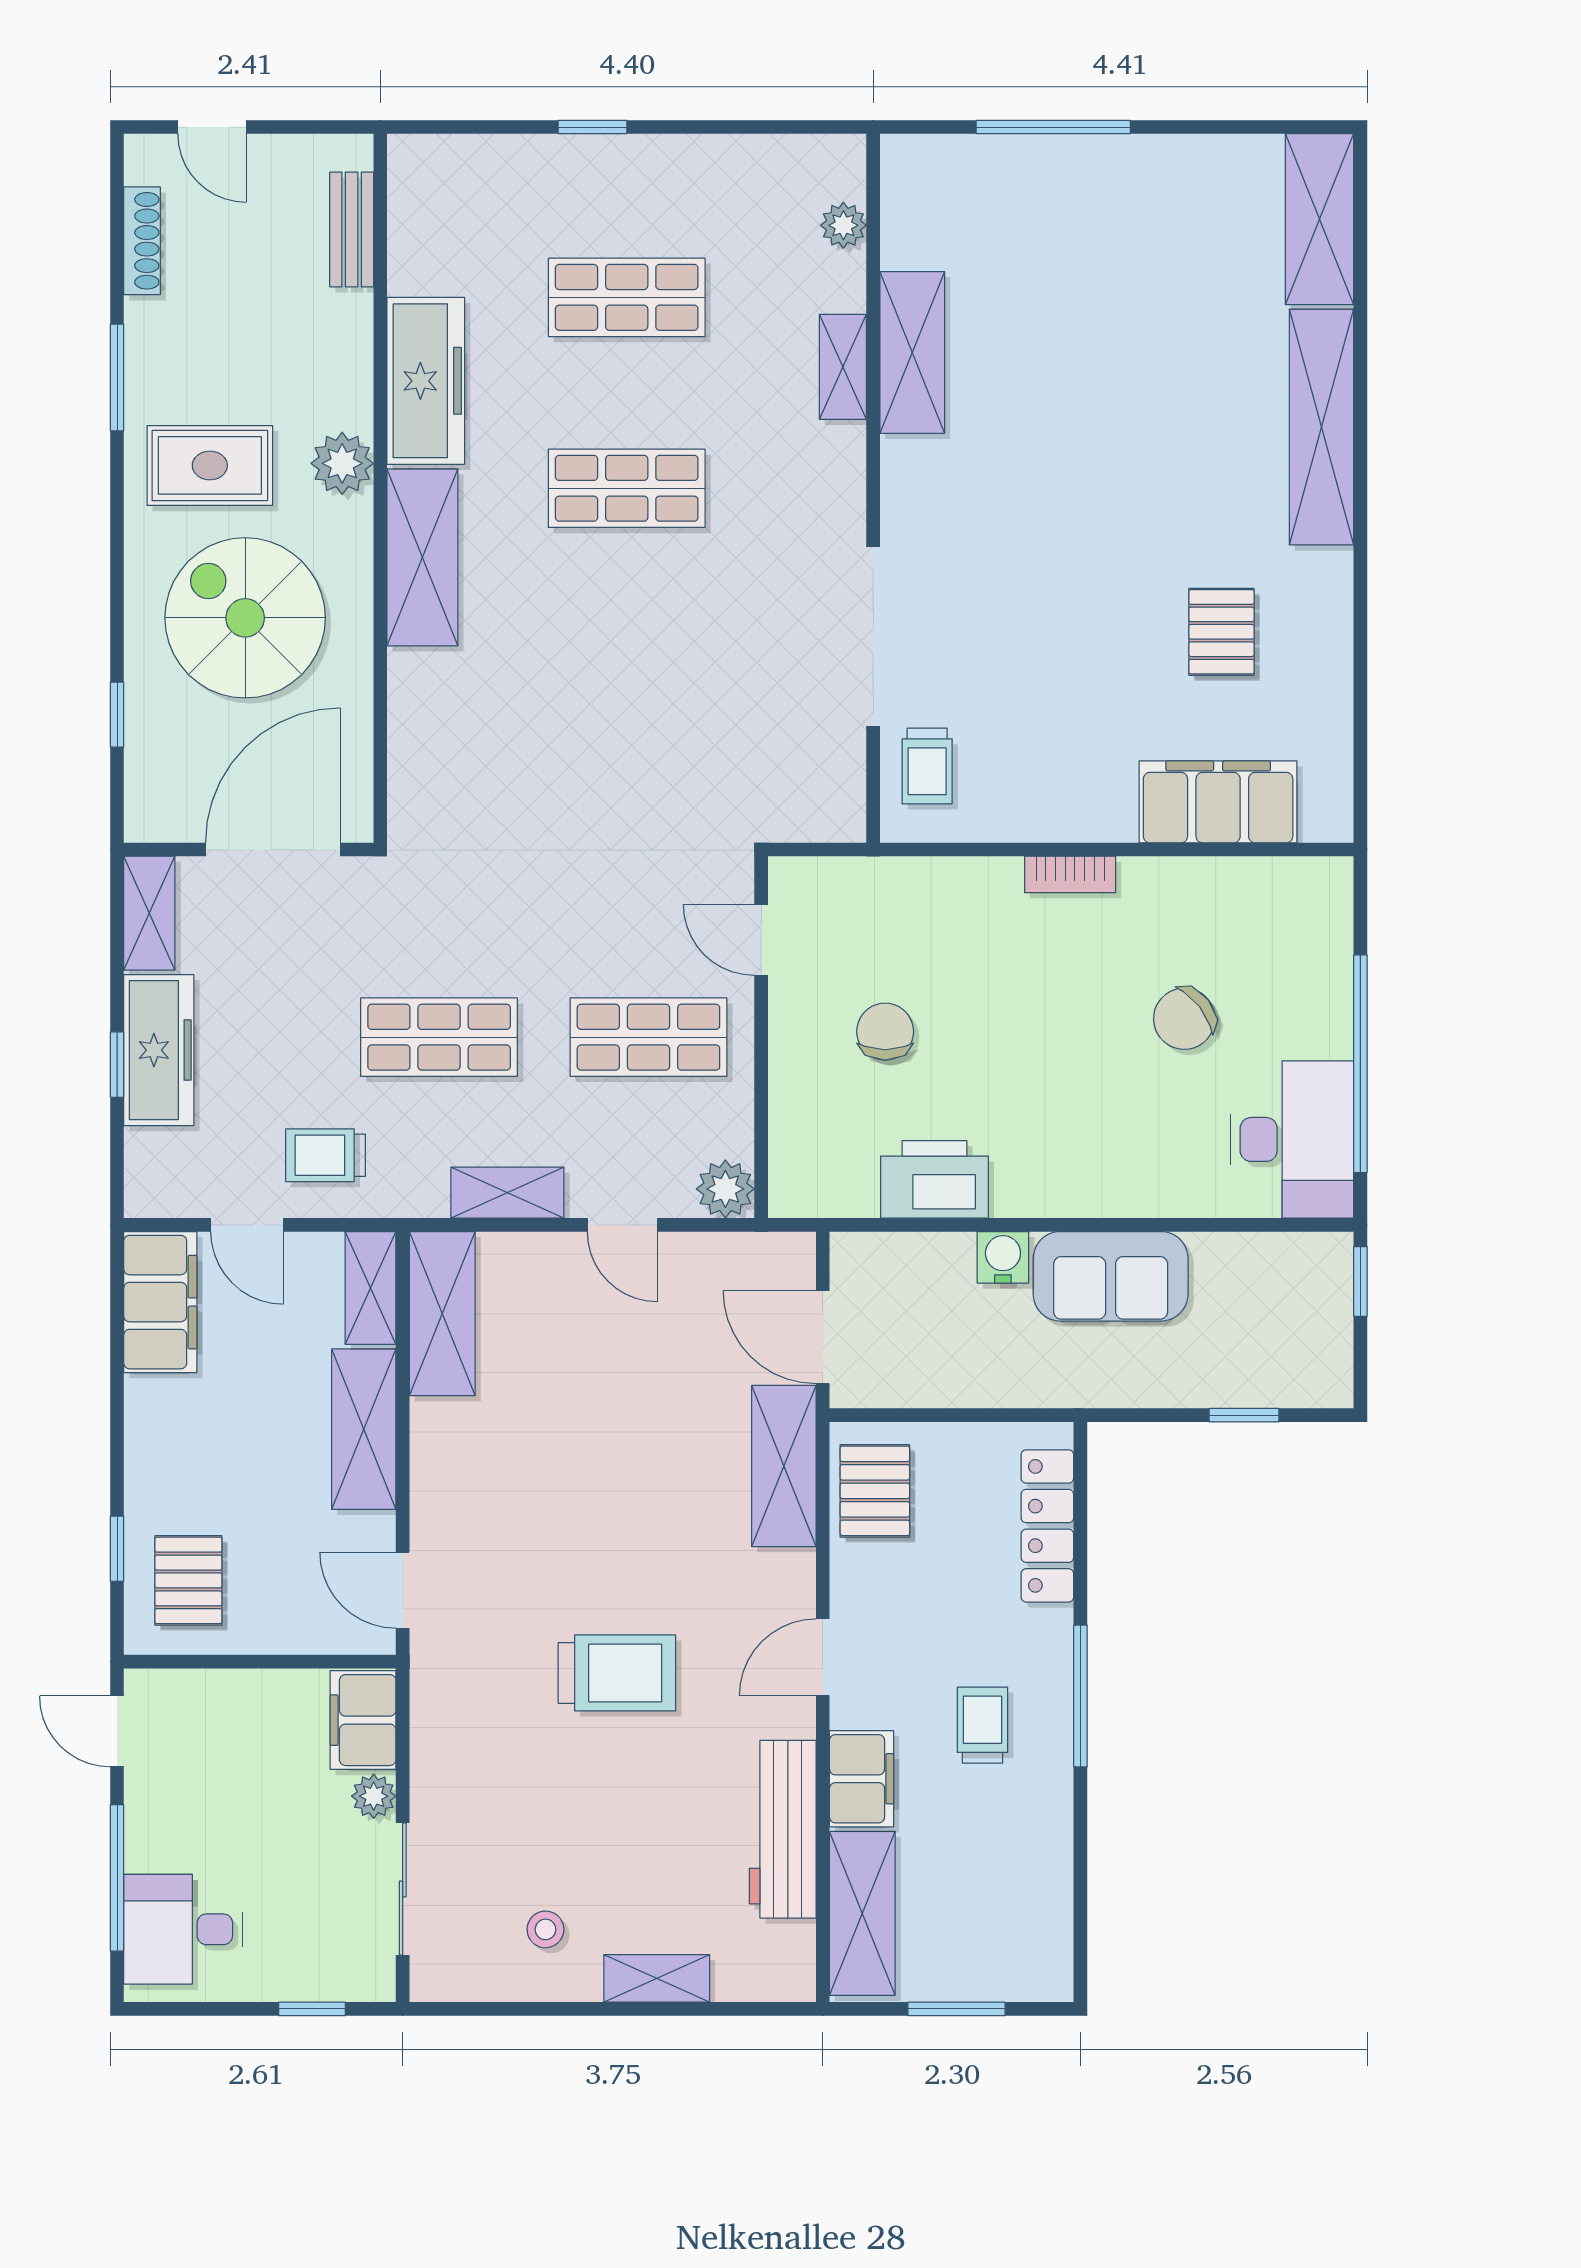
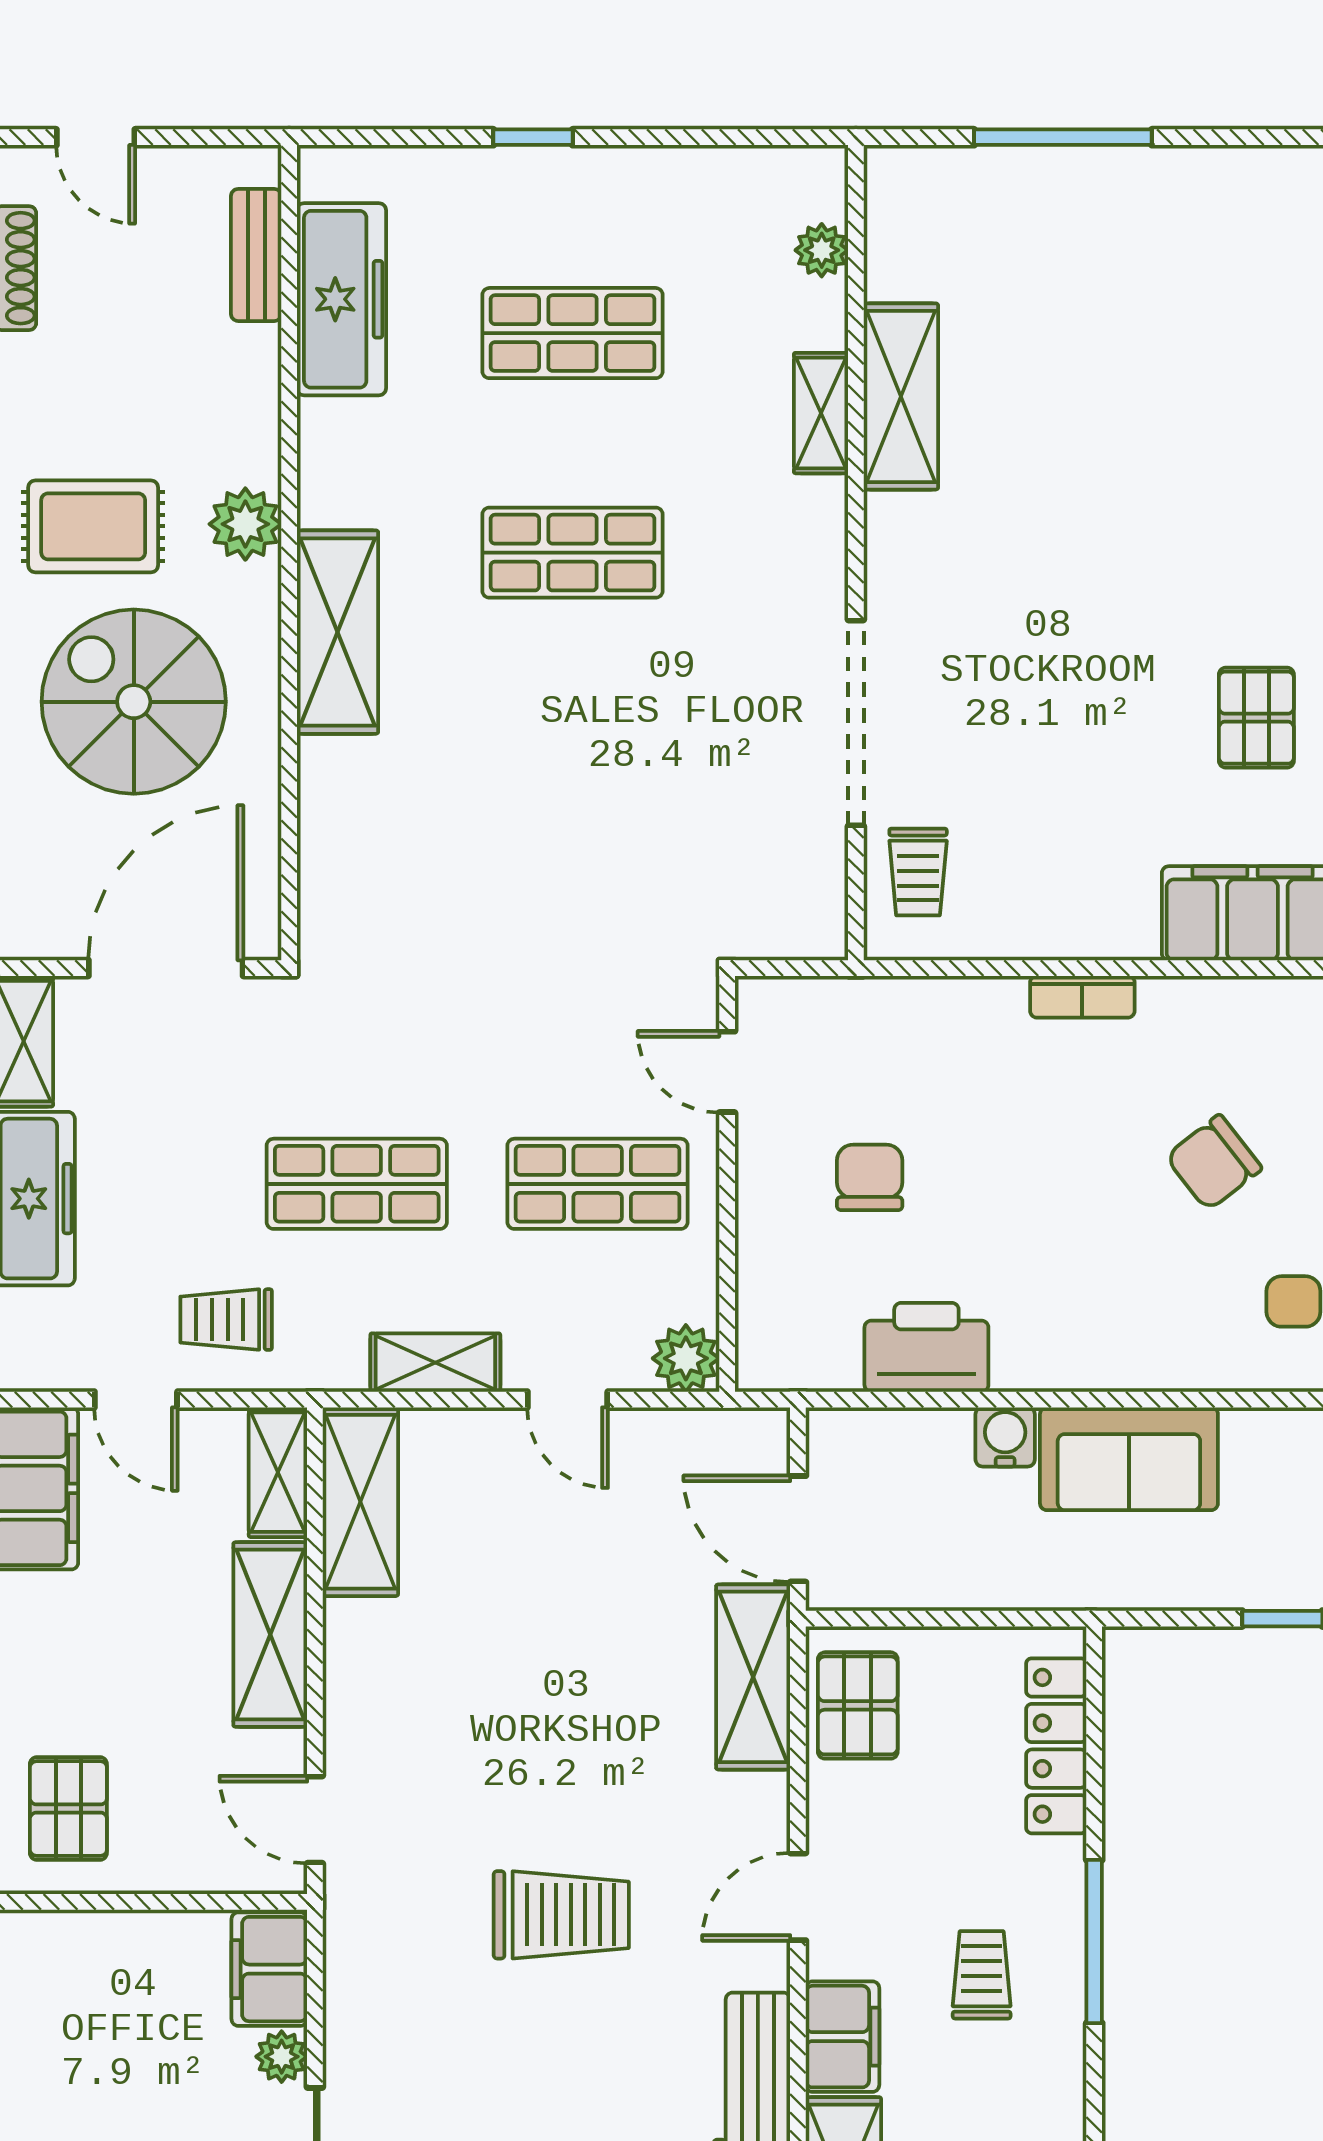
freezer: (426, 381) -> (341, 299), moved

